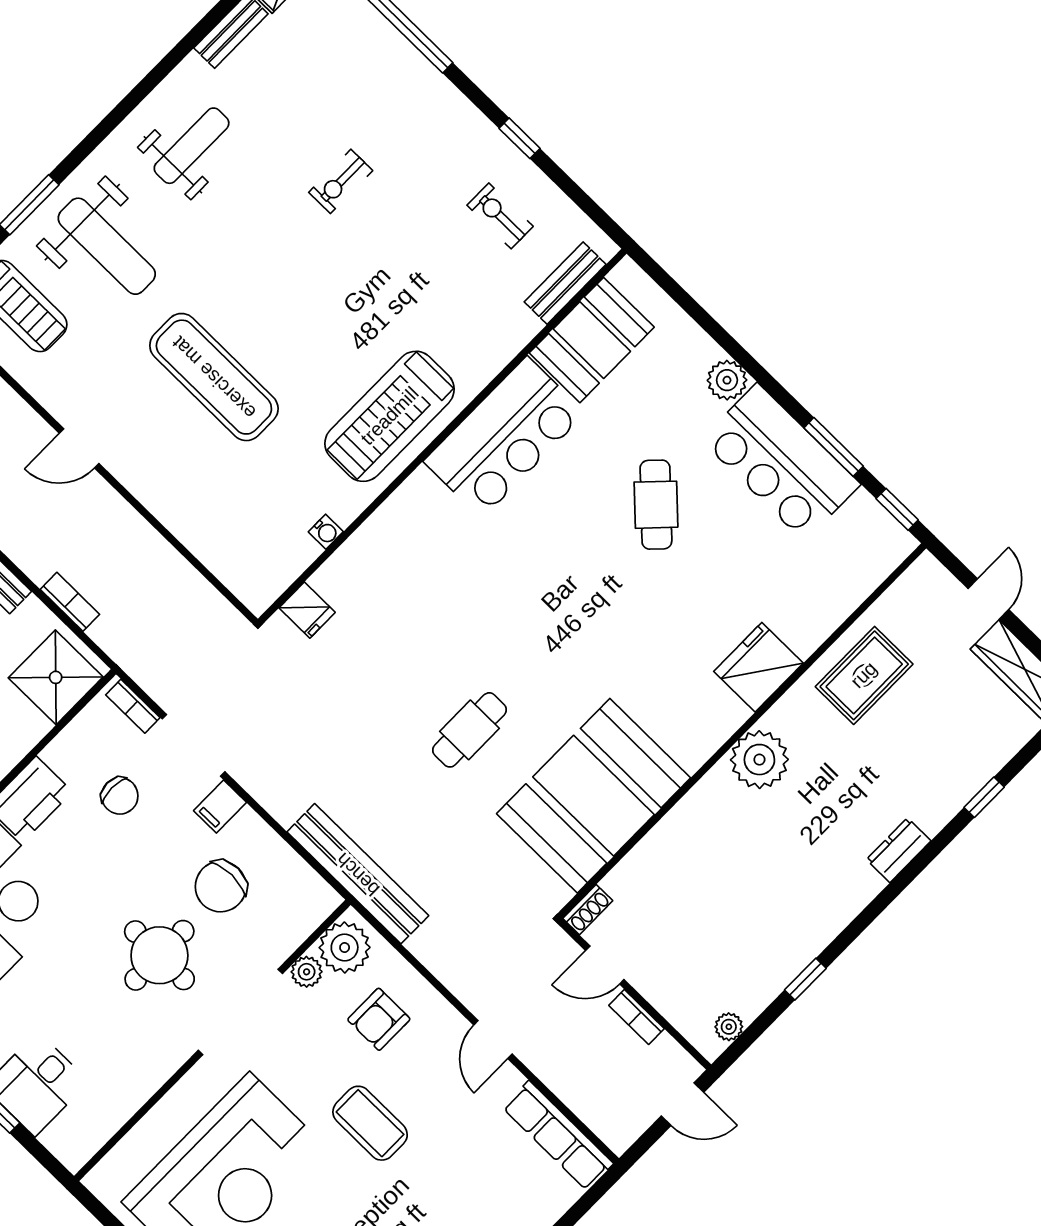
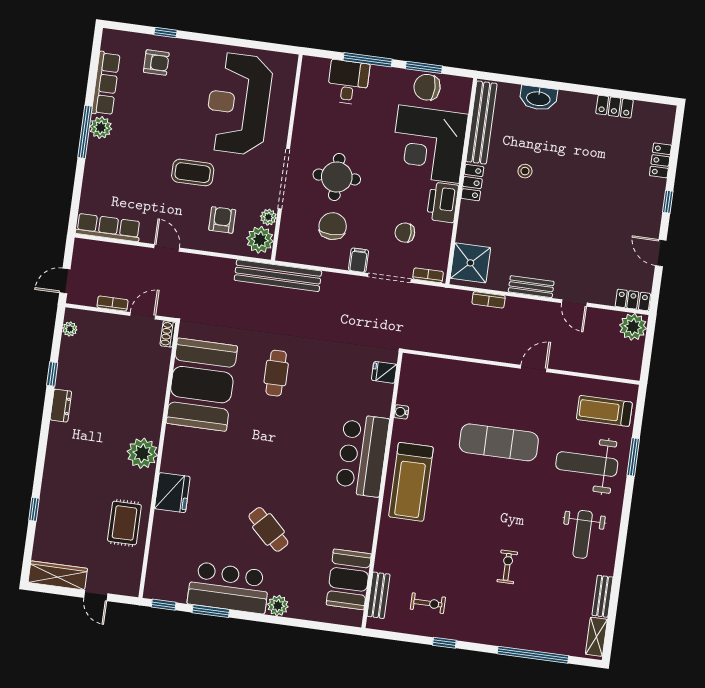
treadmill: (390, 416) -> (411, 482), turned 180
bar counter: (504, 437) -> (362, 455), moved
dresser: (899, 850) -> (61, 406), moved

